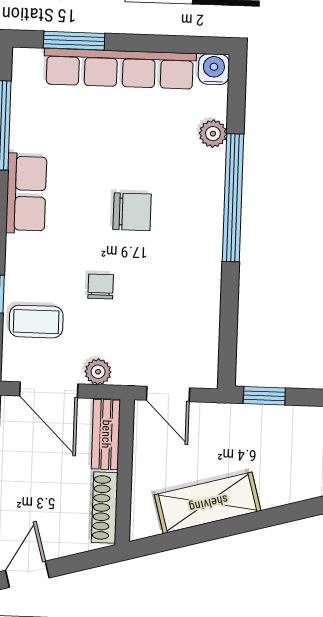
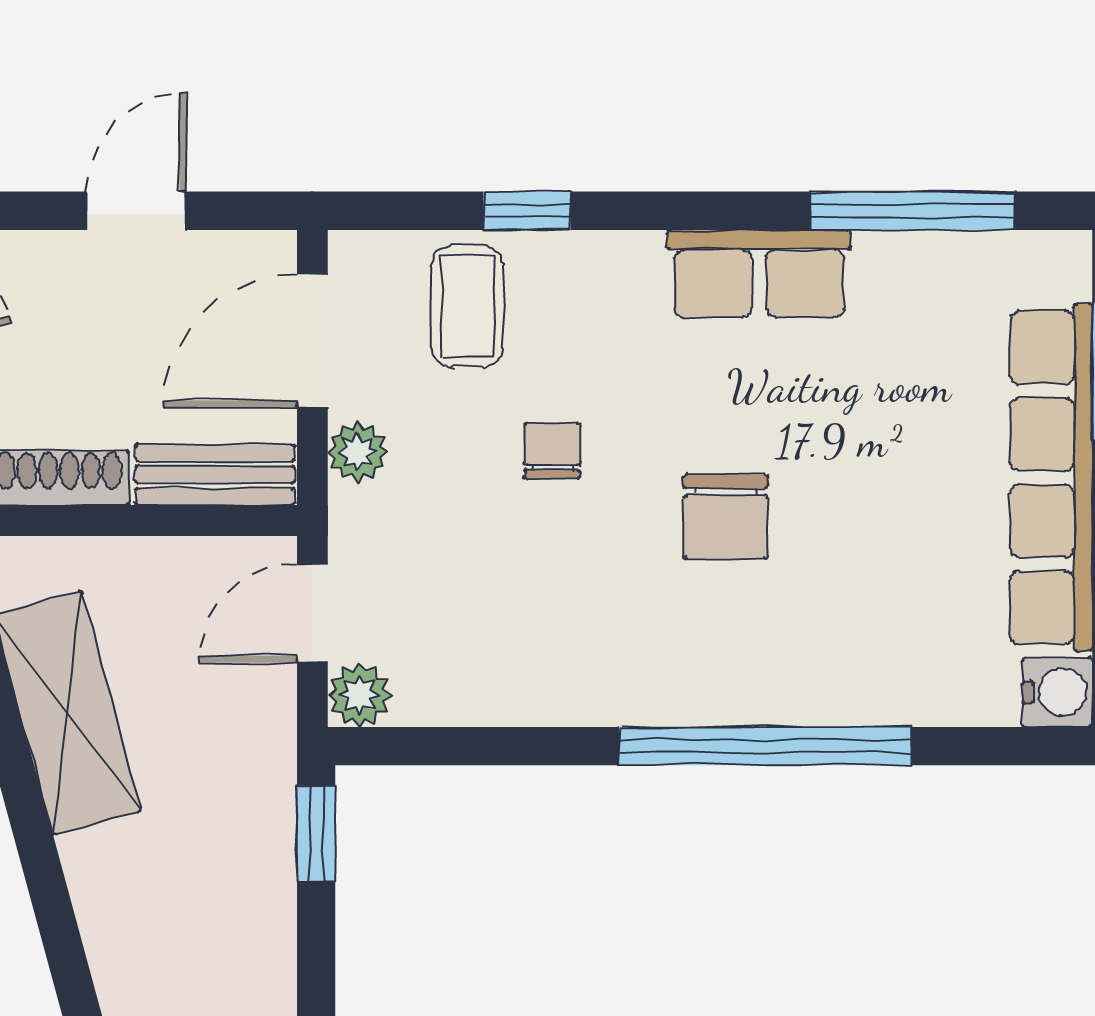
plant: (213, 134) -> (359, 695), moved
chair: (101, 287) -> (552, 451), turned -90

